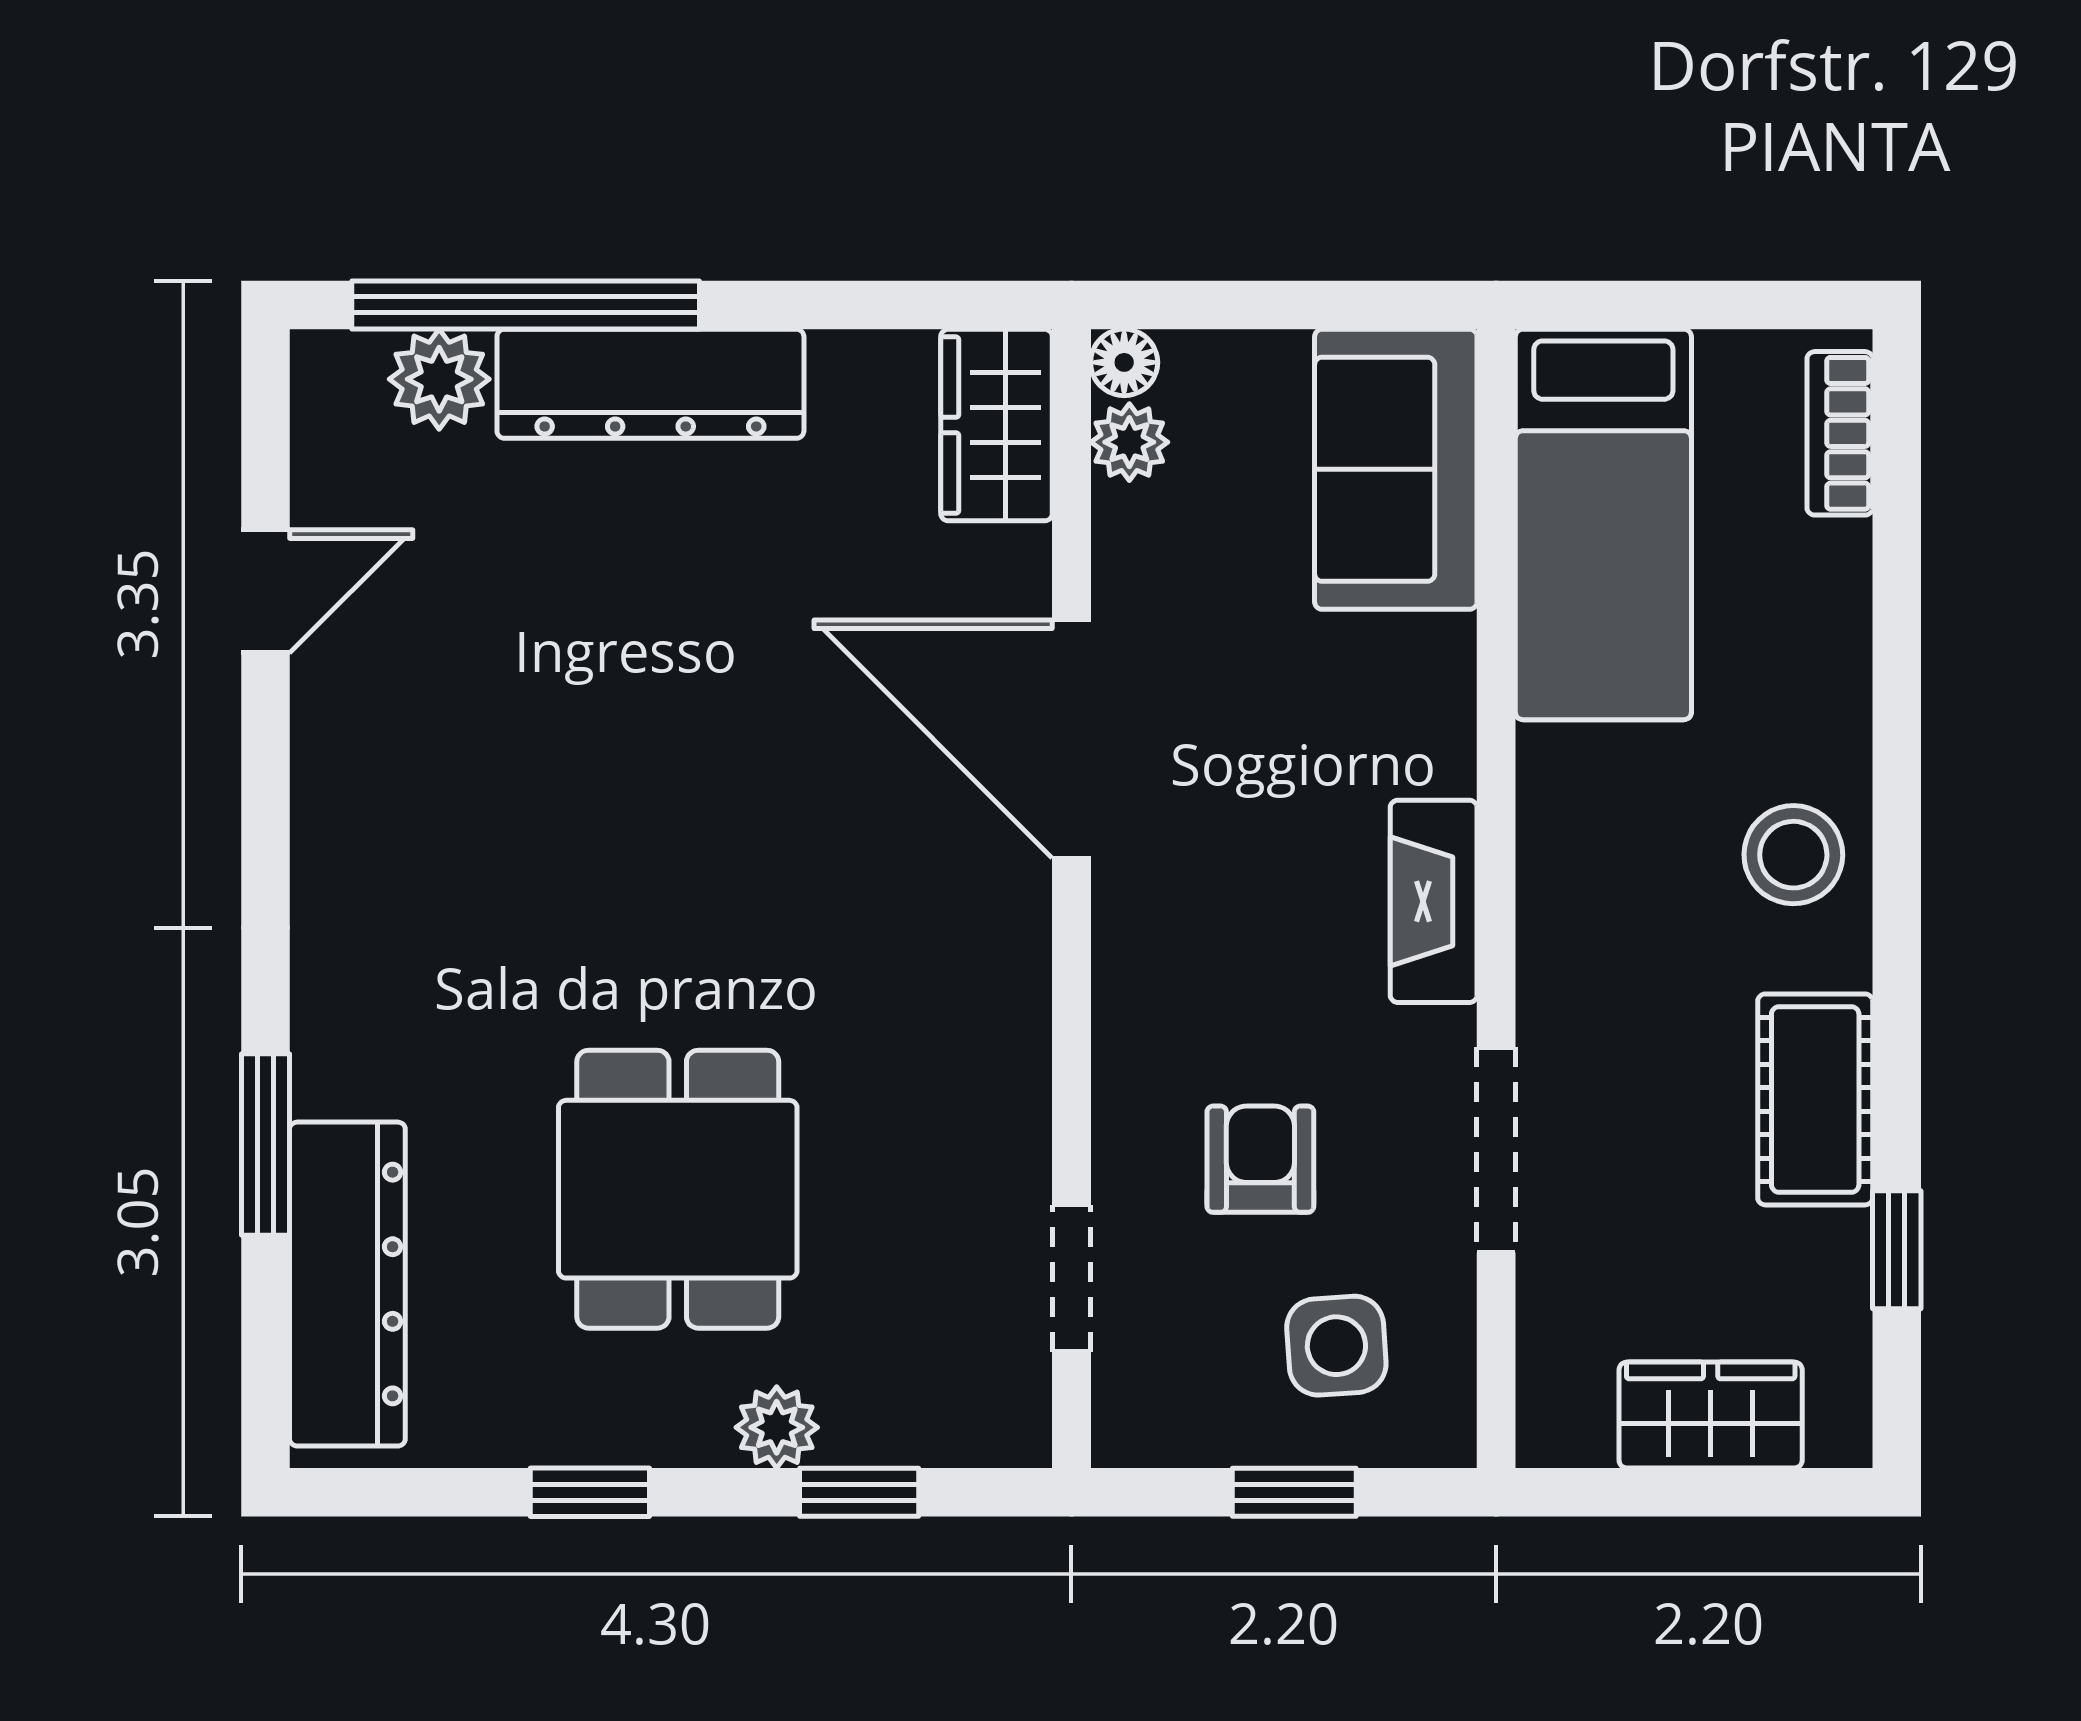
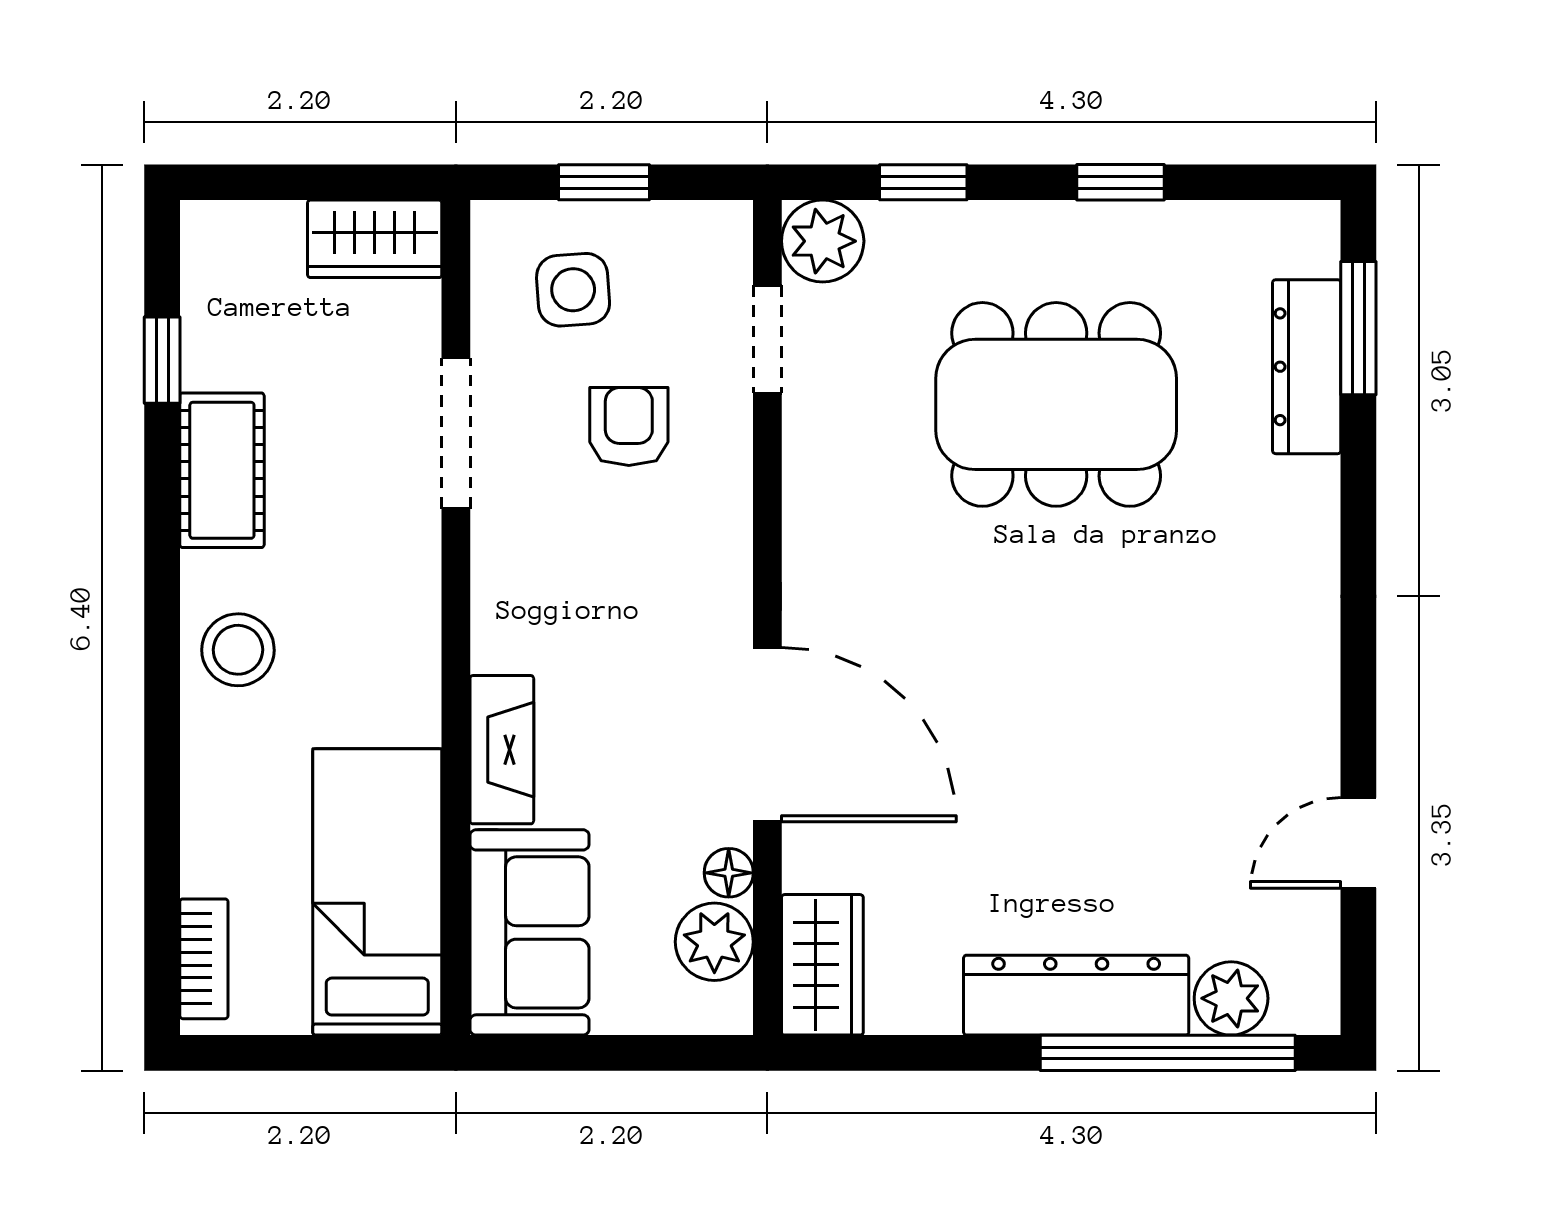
floor lamp: (1124, 362) -> (729, 873), moved
plant: (1129, 442) -> (714, 942), width x1.38, depth x1.38
fireplace: (1434, 901) -> (502, 750), moved
window: (265, 1145) -> (1358, 328), moved
armchair: (1260, 1159) -> (629, 426), turned 180
dining table: (678, 1189) -> (1056, 404), width x1.38
dresser: (347, 1284) -> (1307, 367), width x0.73, depth x0.80
wardrobe: (1711, 1415) -> (375, 239), moved
plant: (777, 1427) -> (823, 241), moved, width x1.38, depth x1.38

